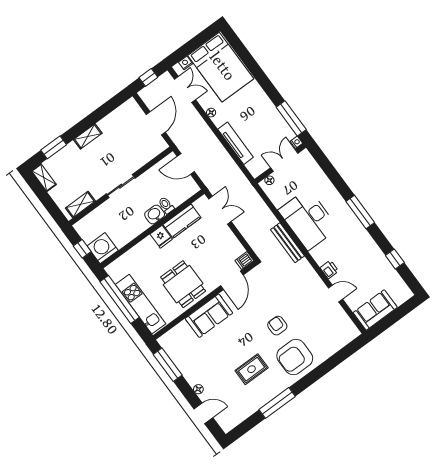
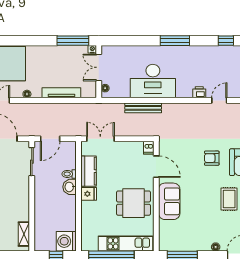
sliding door: (121, 186) -> (32, 162), moved
bench: (287, 243) -> (143, 108), moved

